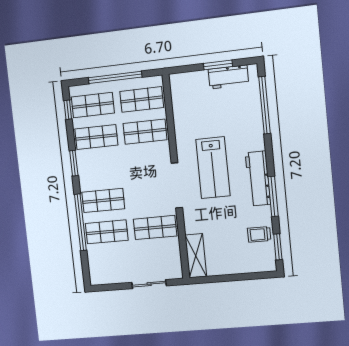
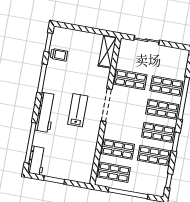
workbench: (228, 77) -> (37, 161), moved, turned 90
shop shelf: (93, 105) -> (158, 132), moved
lab bench: (213, 168) -> (78, 110), width x0.73, depth x0.72
workbench: (258, 178) -> (46, 112), moved

